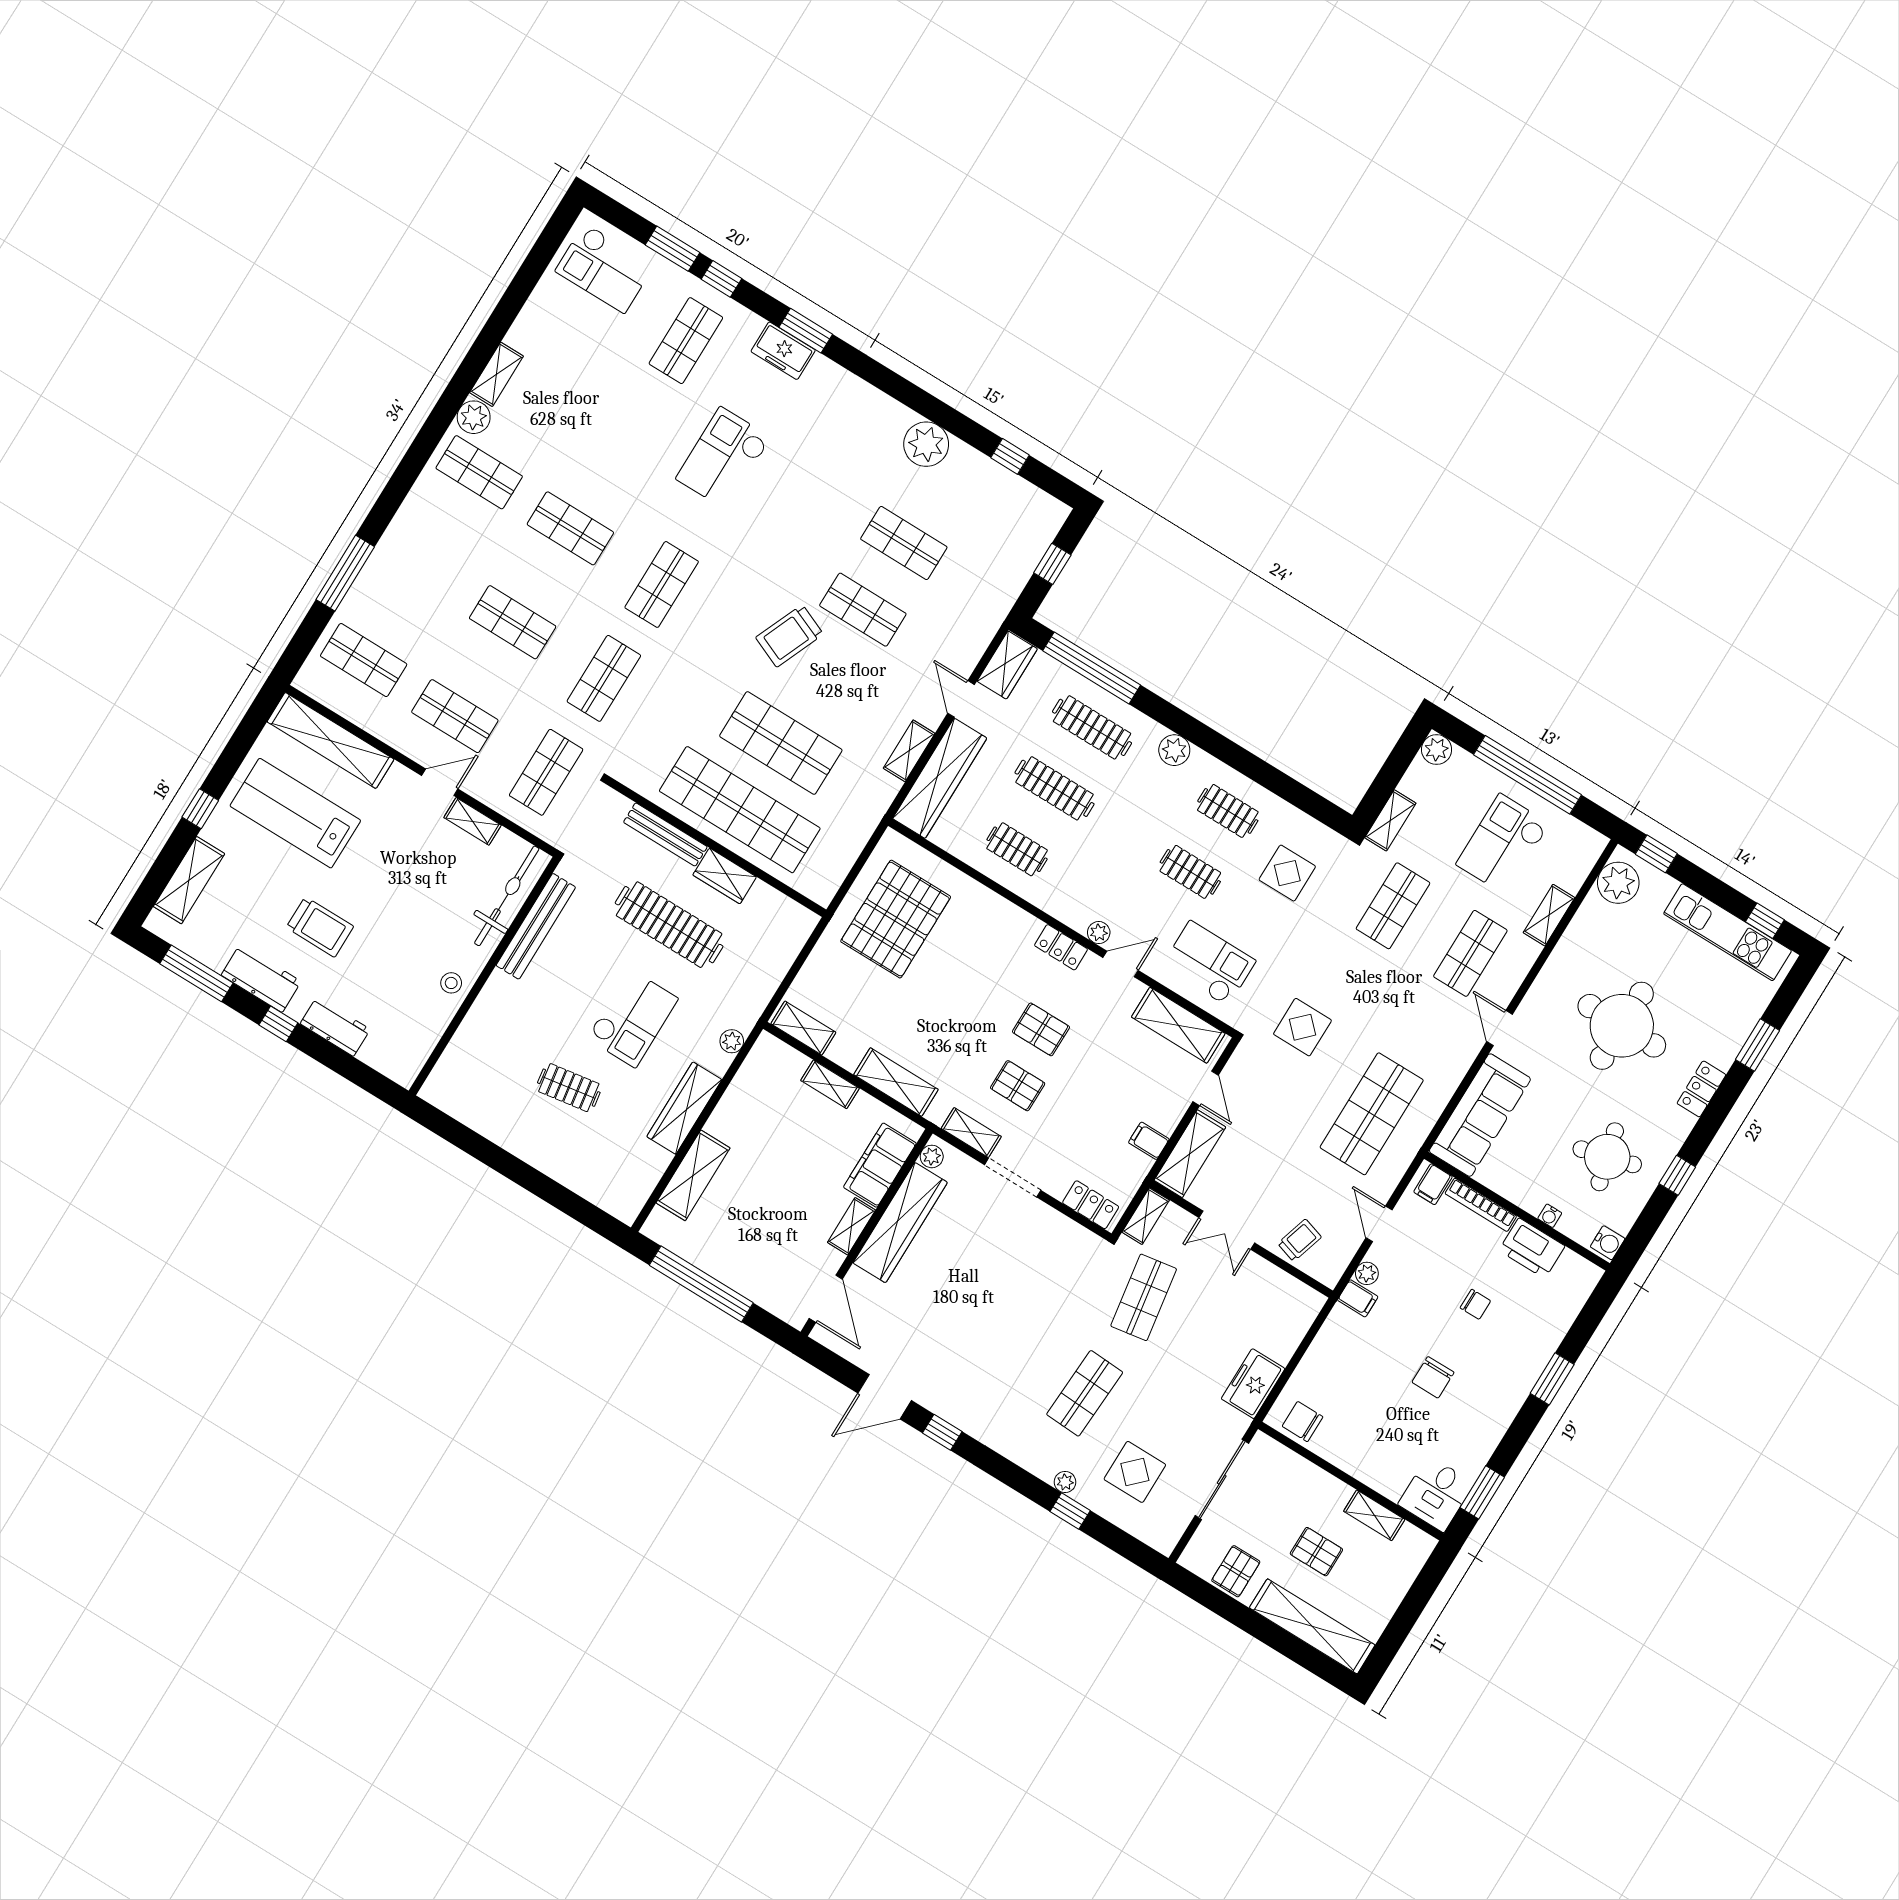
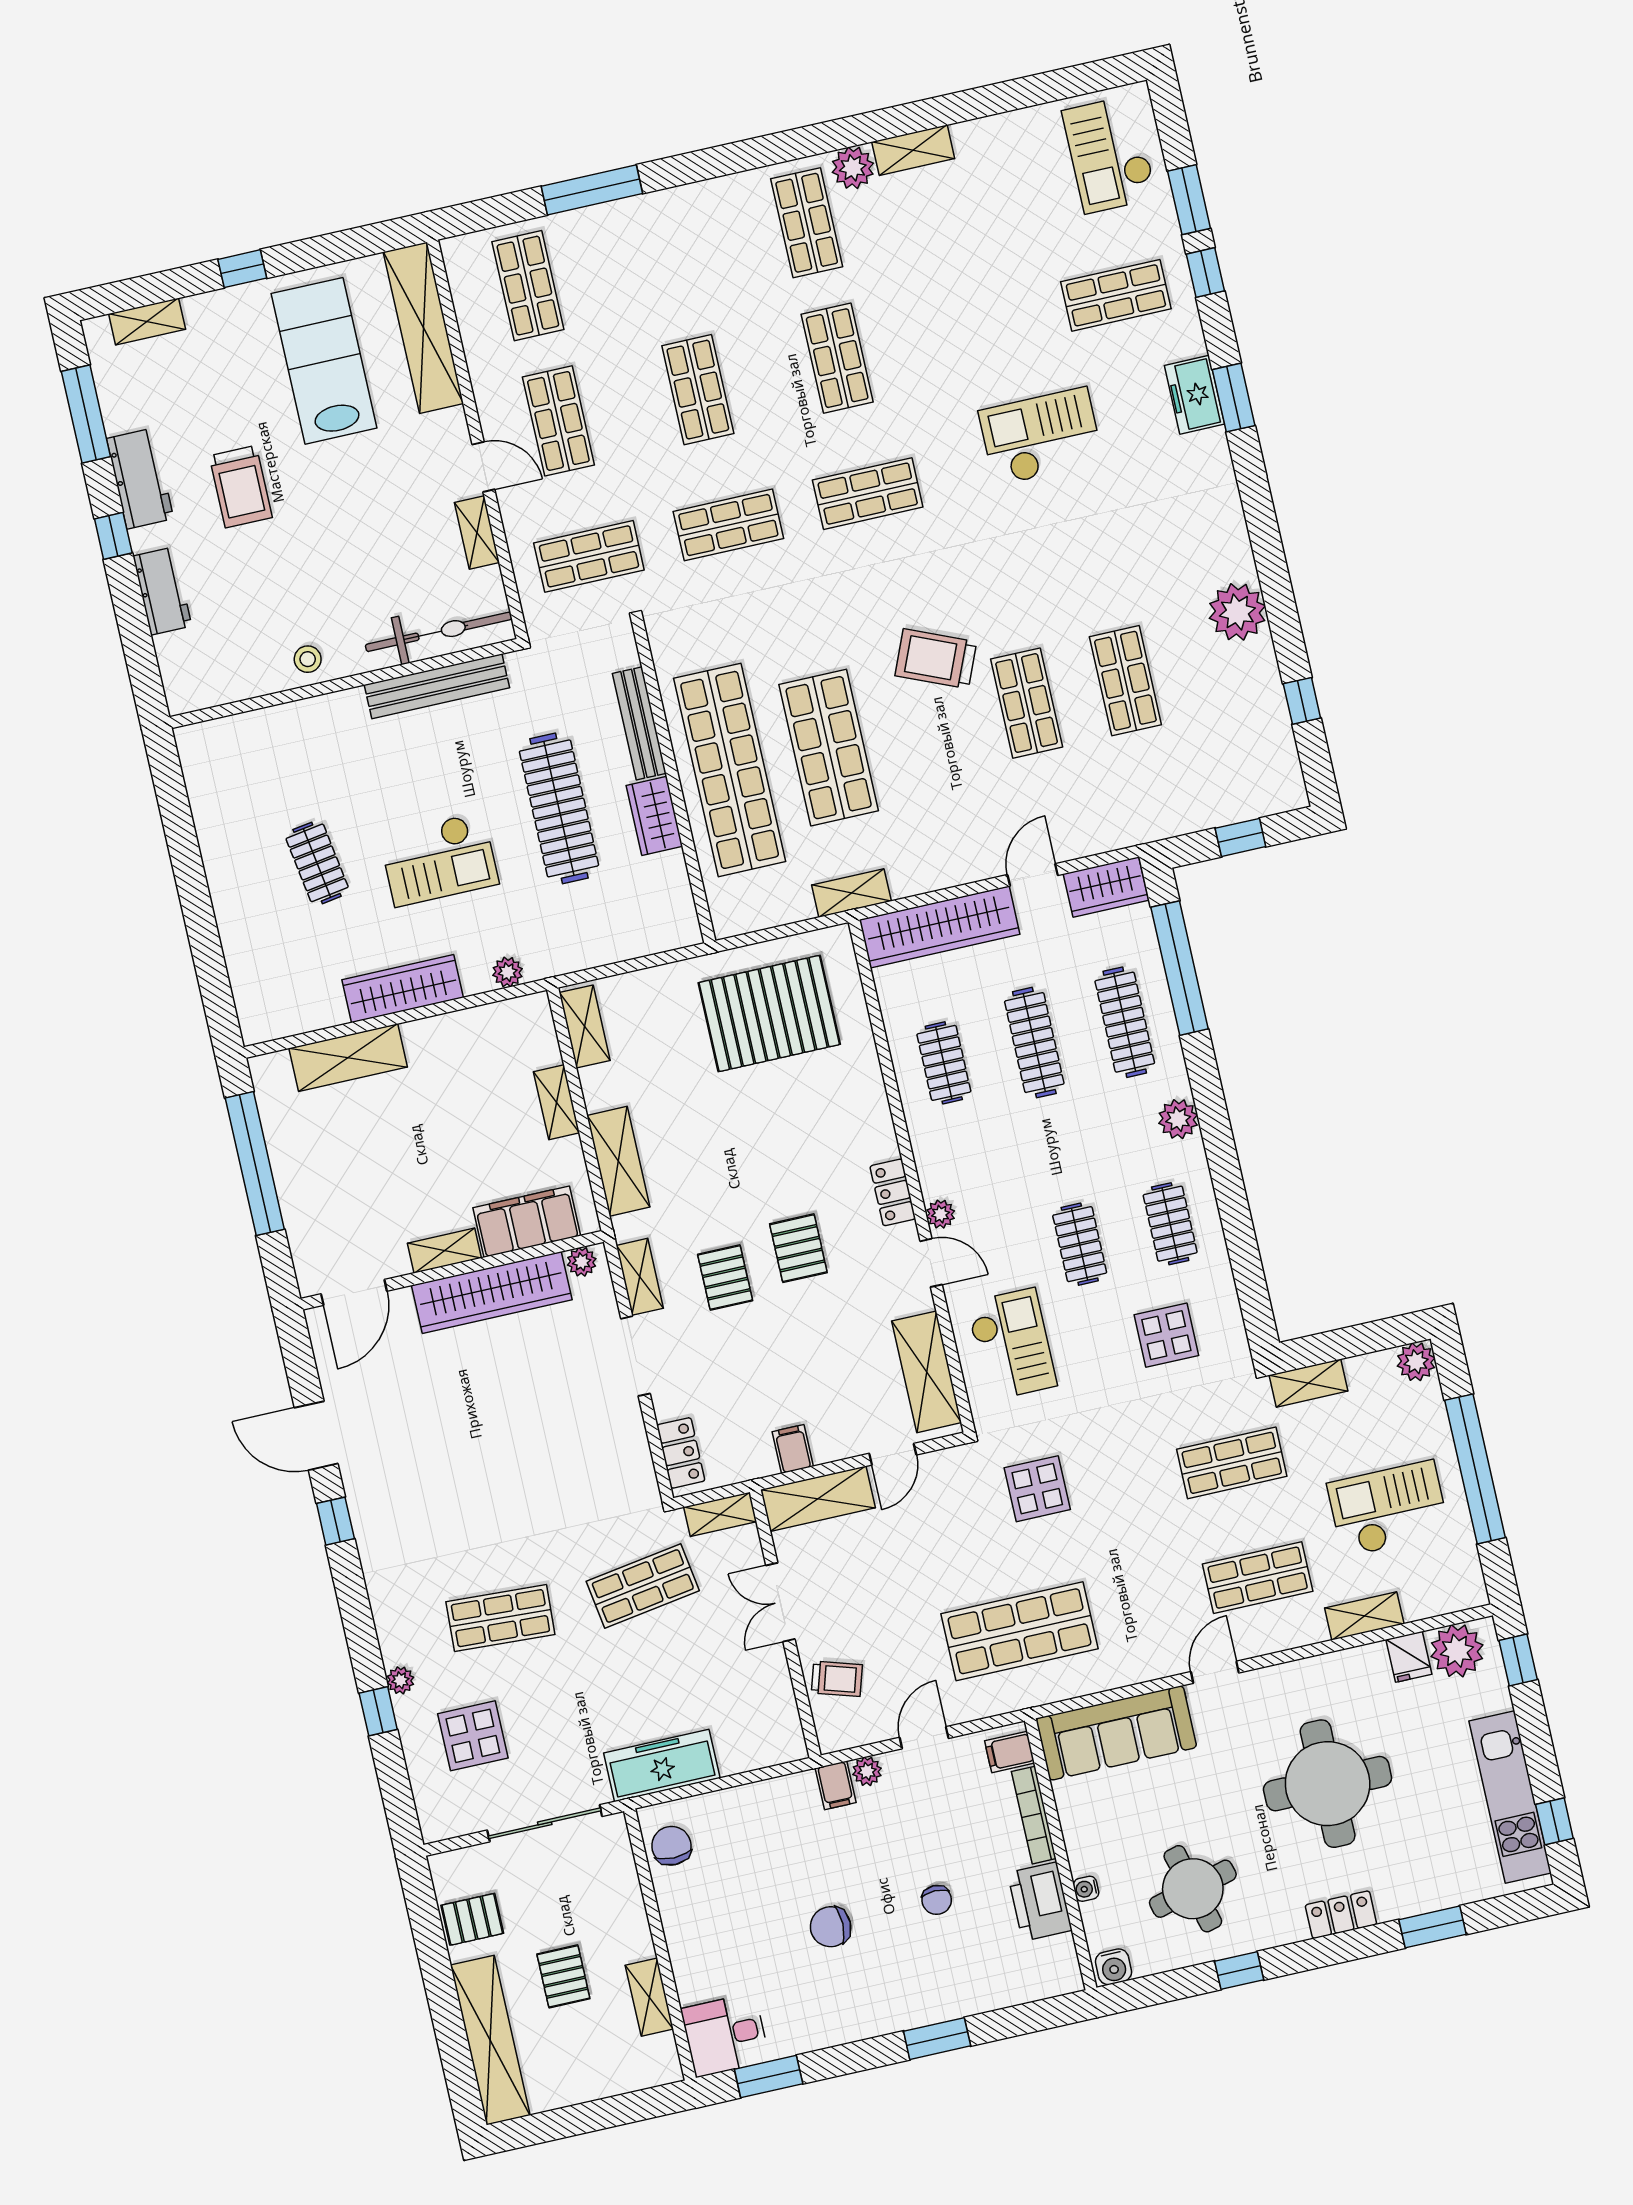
shelving: (909, 751) -> (851, 893), moved
shelving: (189, 880) -> (147, 322), width x0.67, depth x0.75
fridge: (1596, 912) -> (1409, 1657), added
freezer: (1253, 1384) -> (662, 1766), width x1.40

